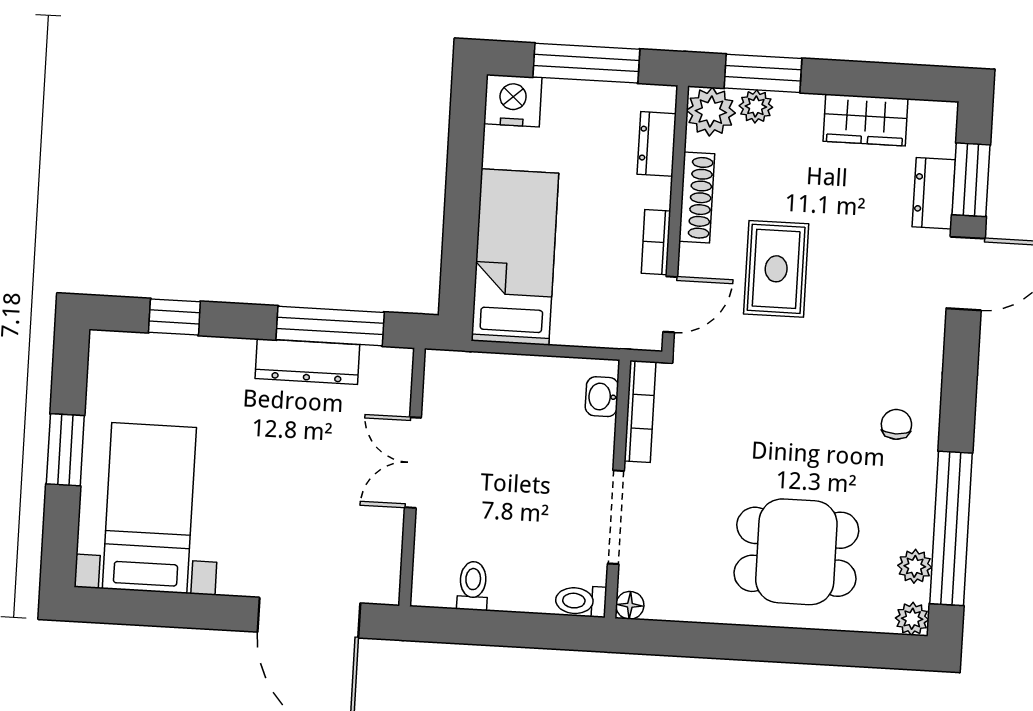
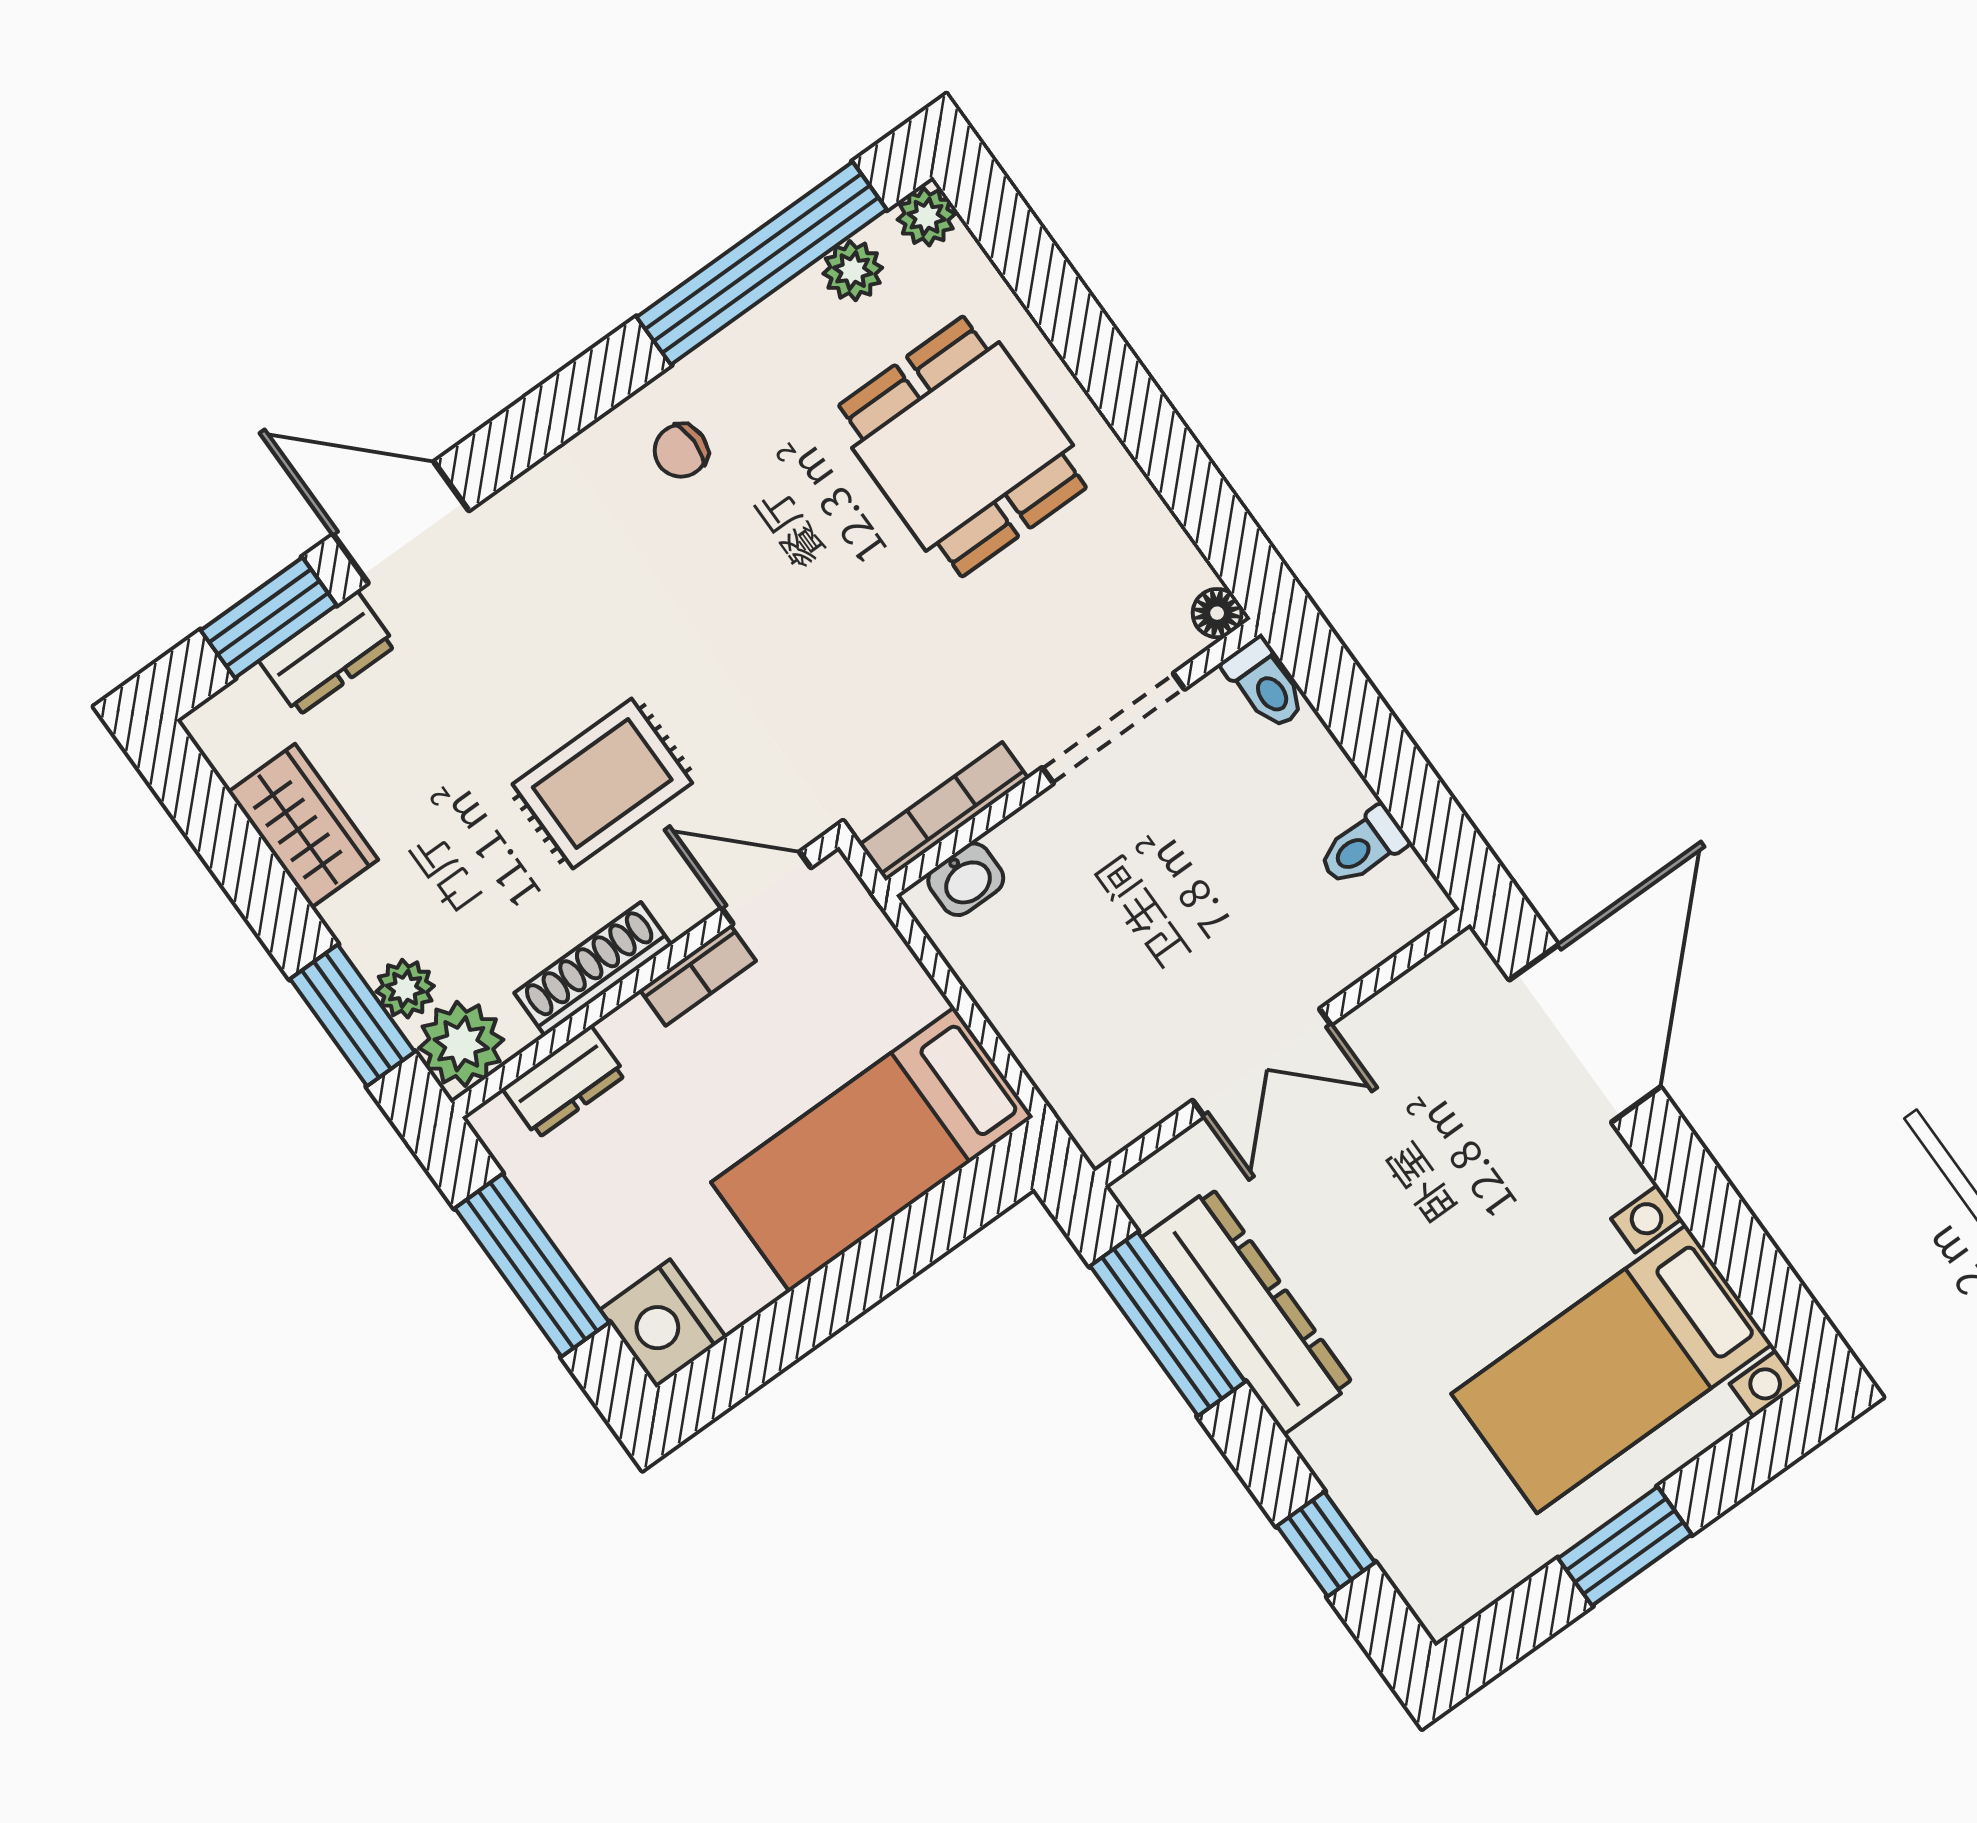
dresser: (307, 362) -> (1248, 1311), width x1.37, depth x1.24

